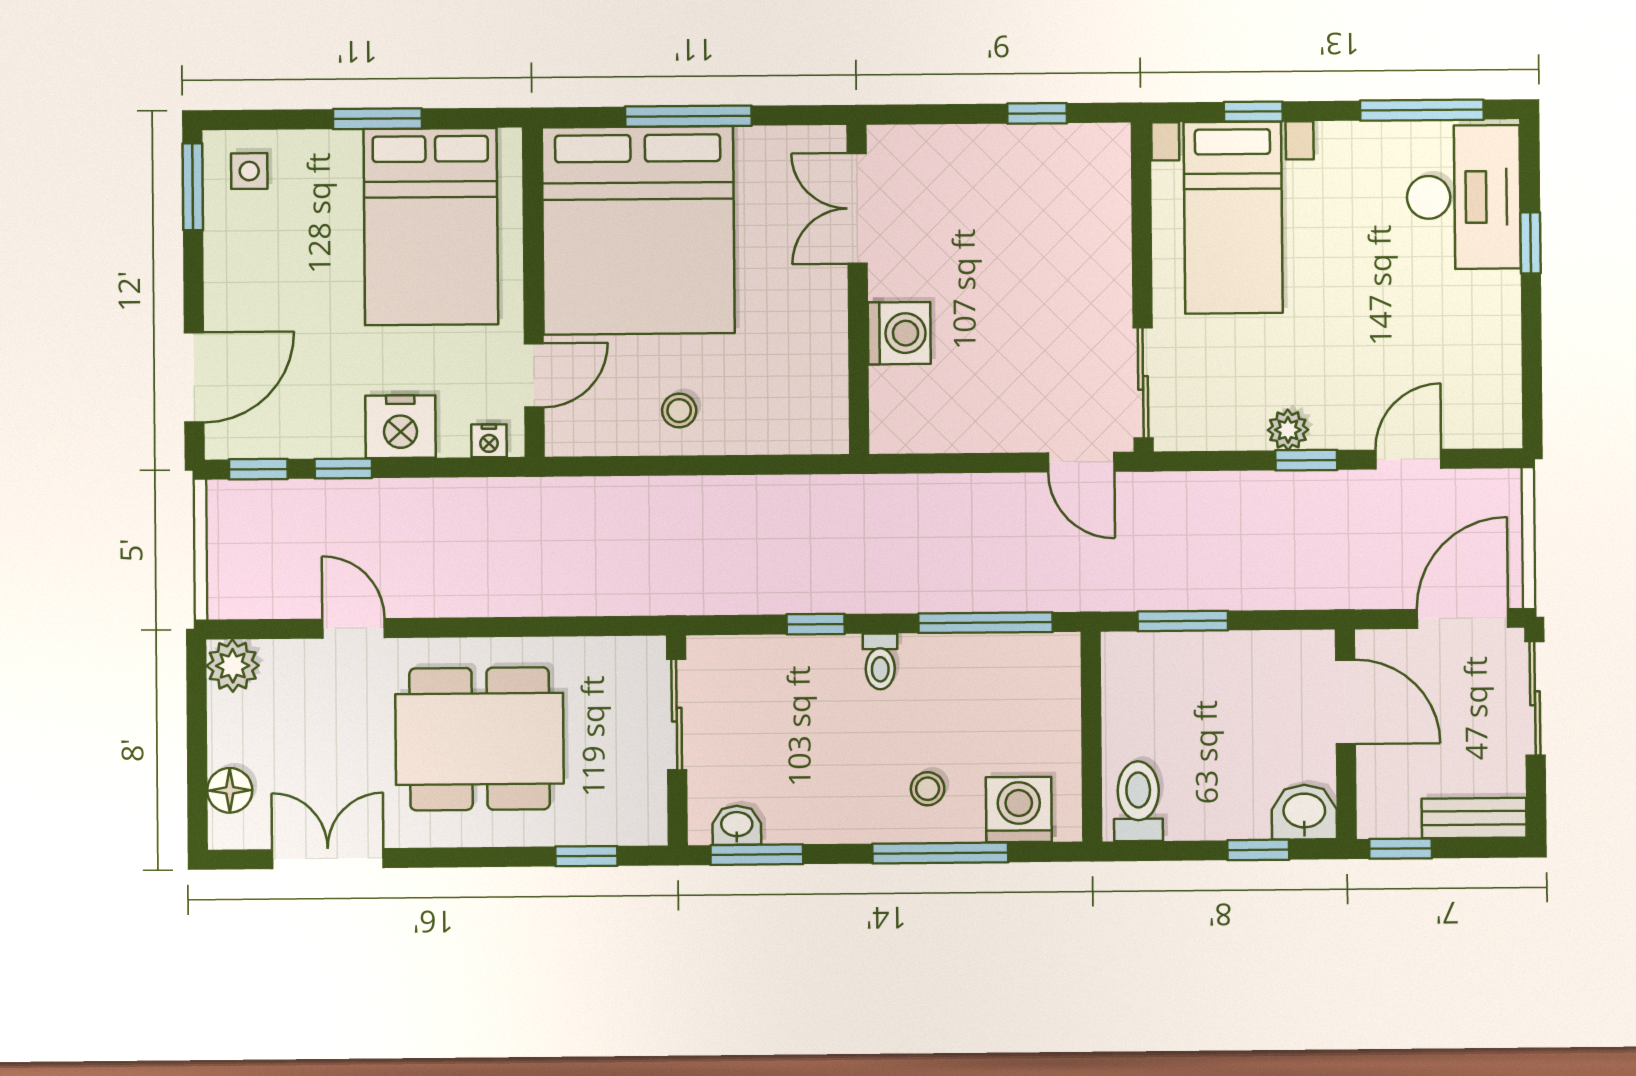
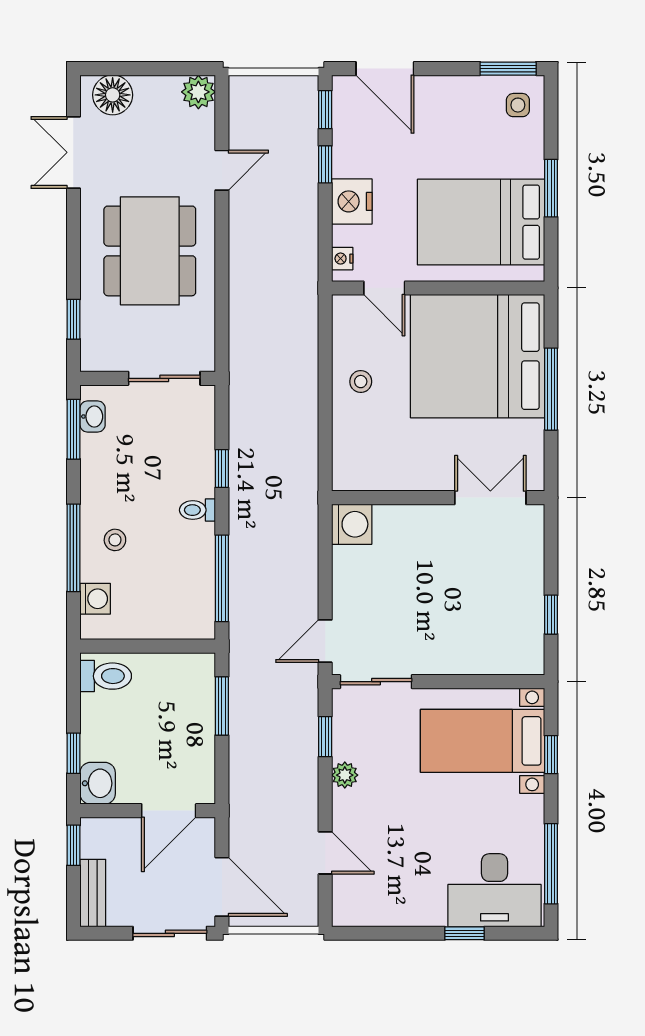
washing machine: (899, 333) -> (352, 524), moved, turned -90
window: (1306, 460) -> (325, 737), moved
floor lamp: (230, 790) -> (113, 95), width x1.38, depth x1.38
washing machine: (1019, 810) -> (95, 599), width x0.73, depth x0.73
double door: (328, 859) -> (73, 152), swing flipped

